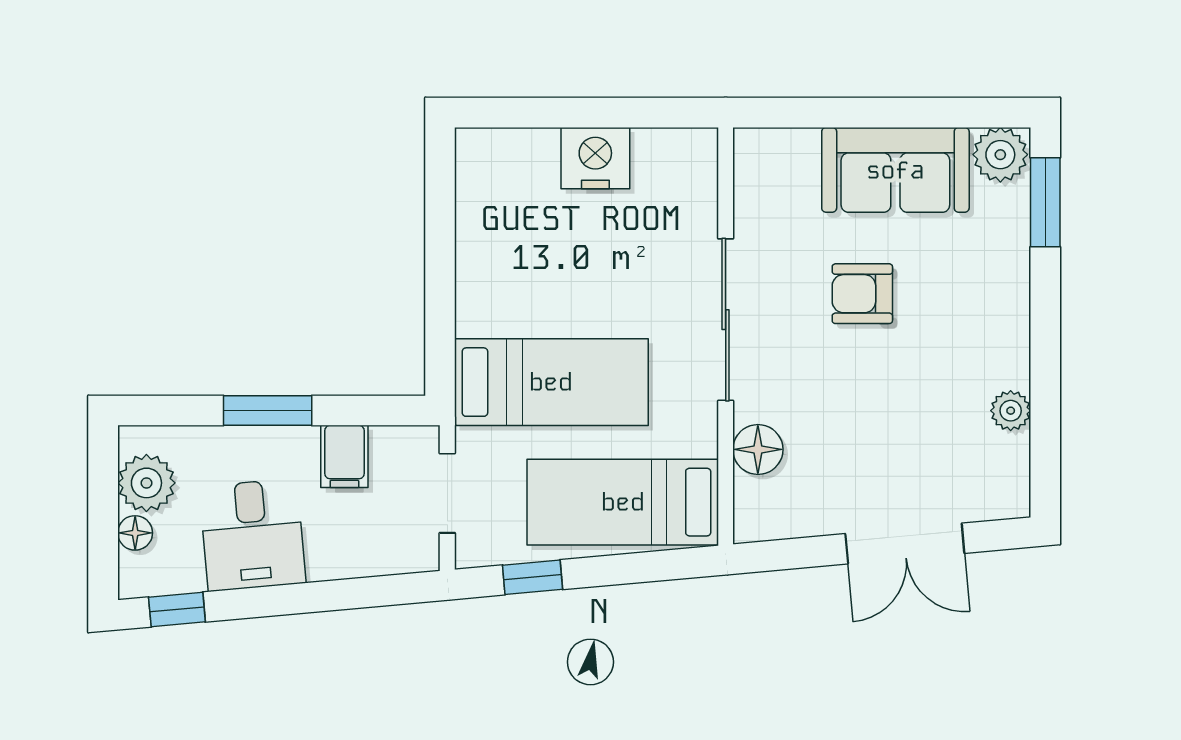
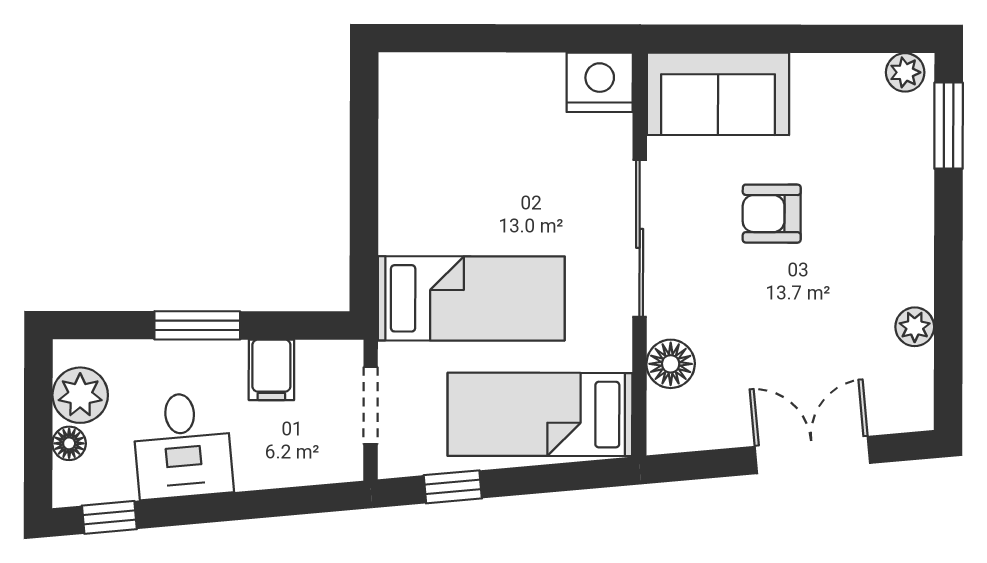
plant: (1000, 155) -> (905, 72), width x0.73, depth x0.73
nightstand: (595, 158) -> (600, 82), moved
sofa: (895, 170) -> (718, 94), moved
double door: (905, 544) -> (812, 455), swing flipped

